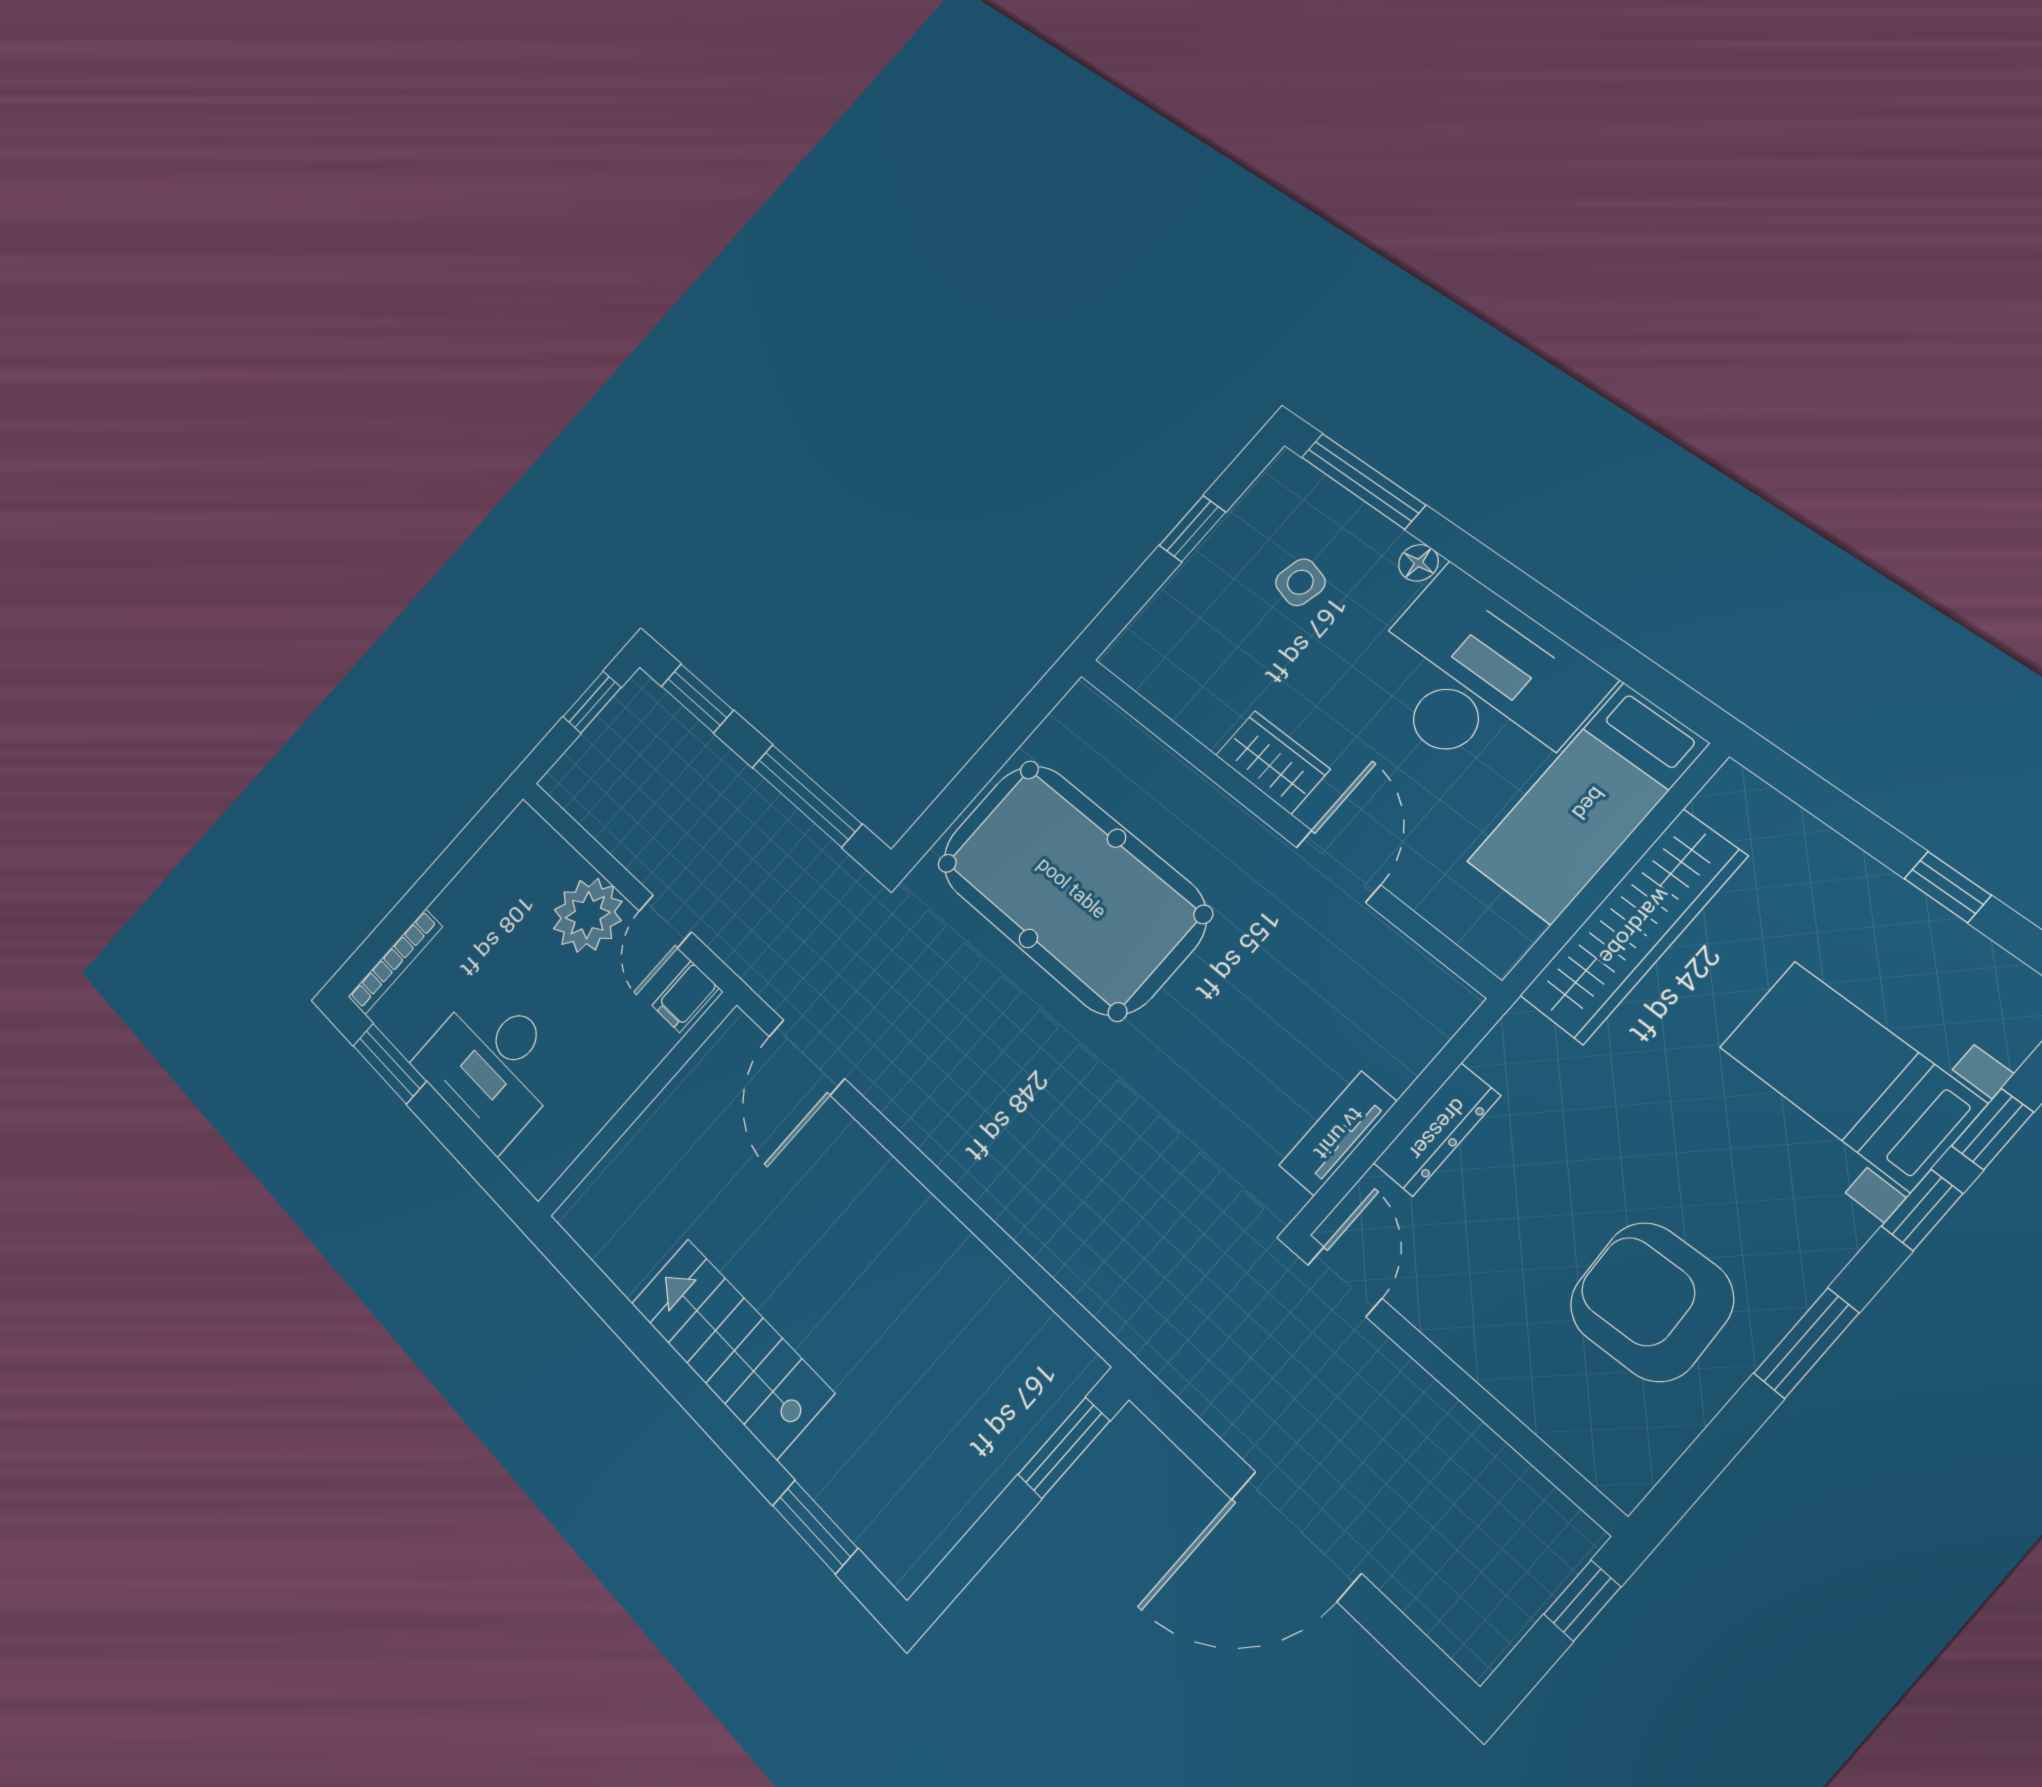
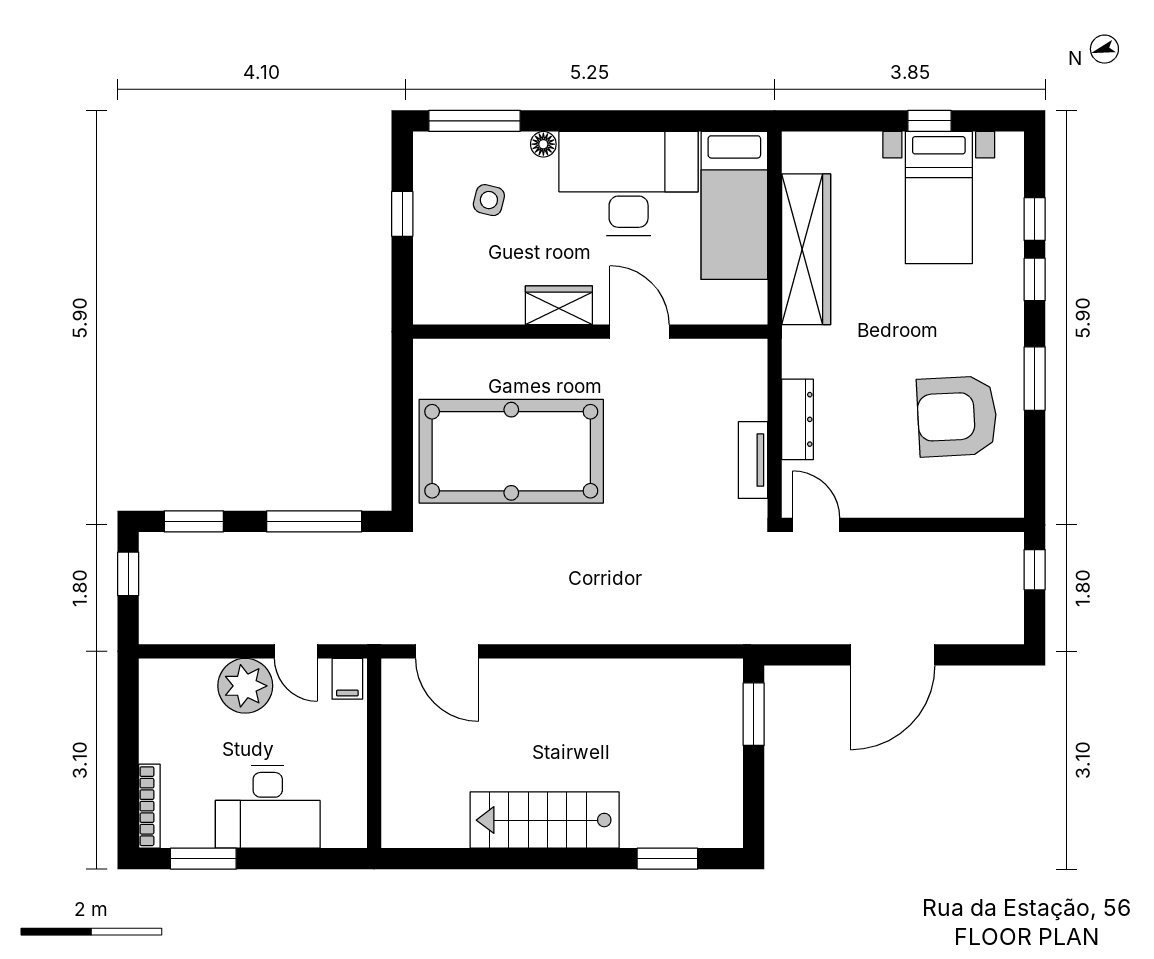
bed with nightstands: (1851, 1075) -> (939, 198), moved, turned -90

